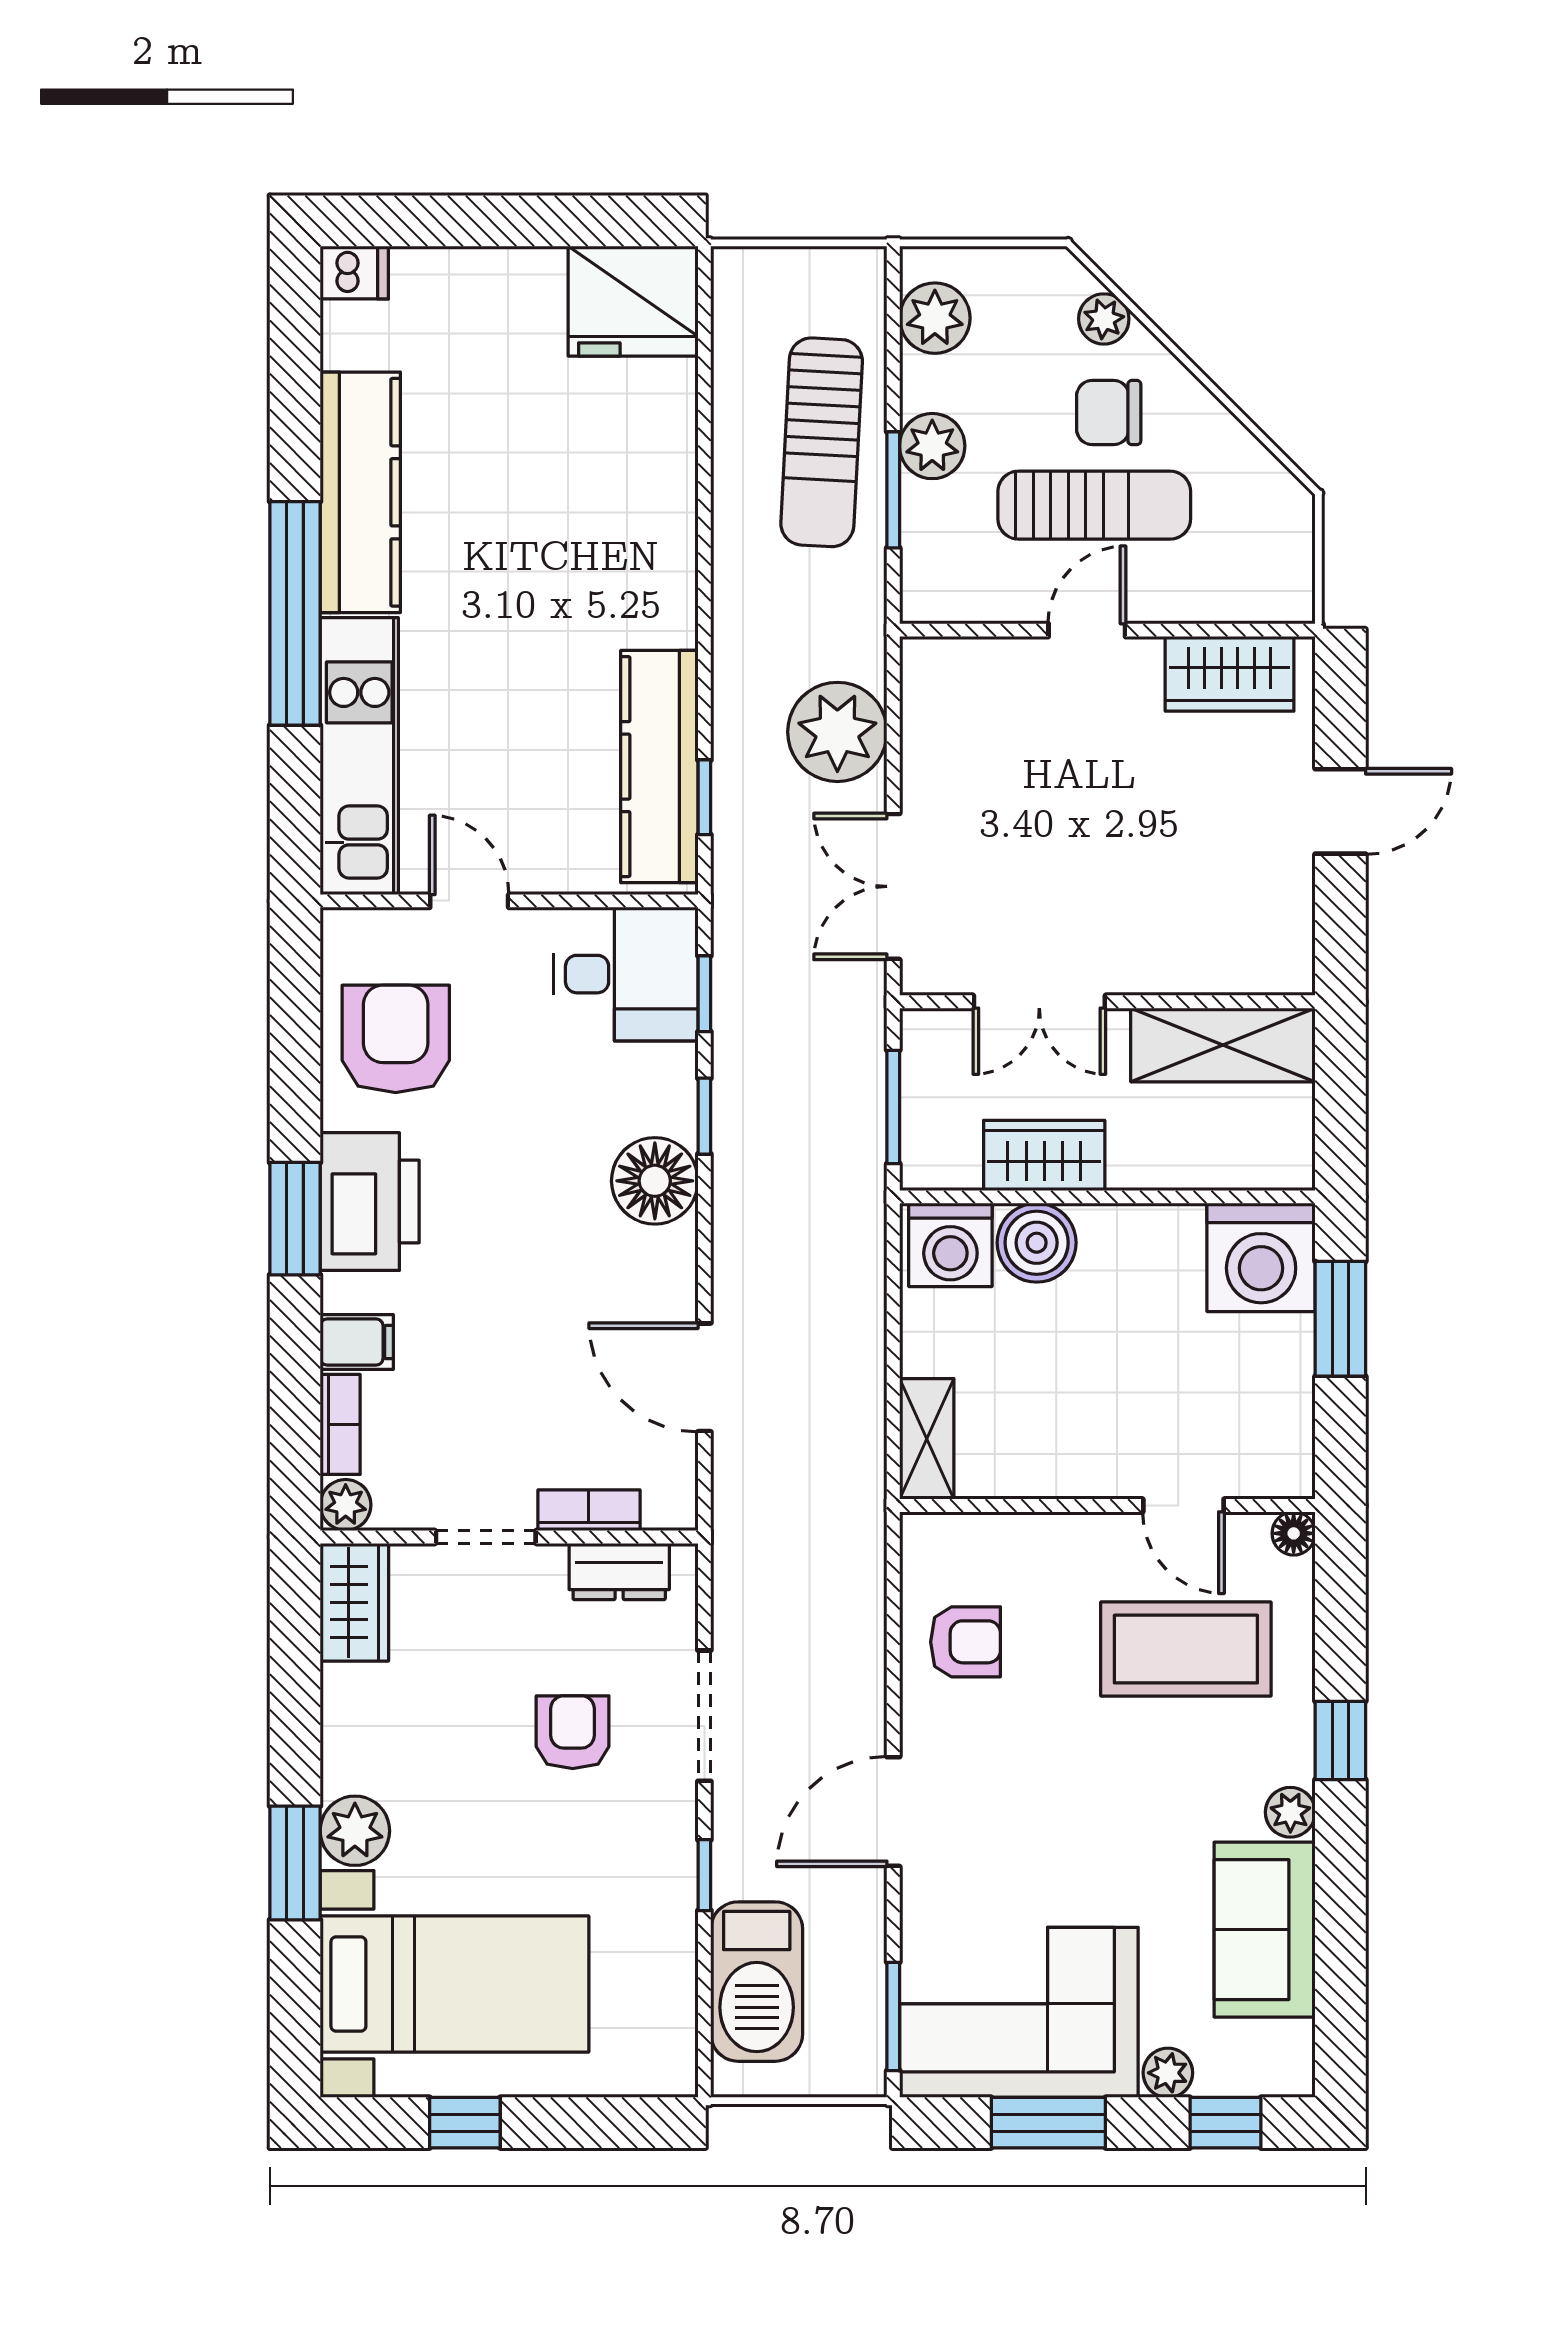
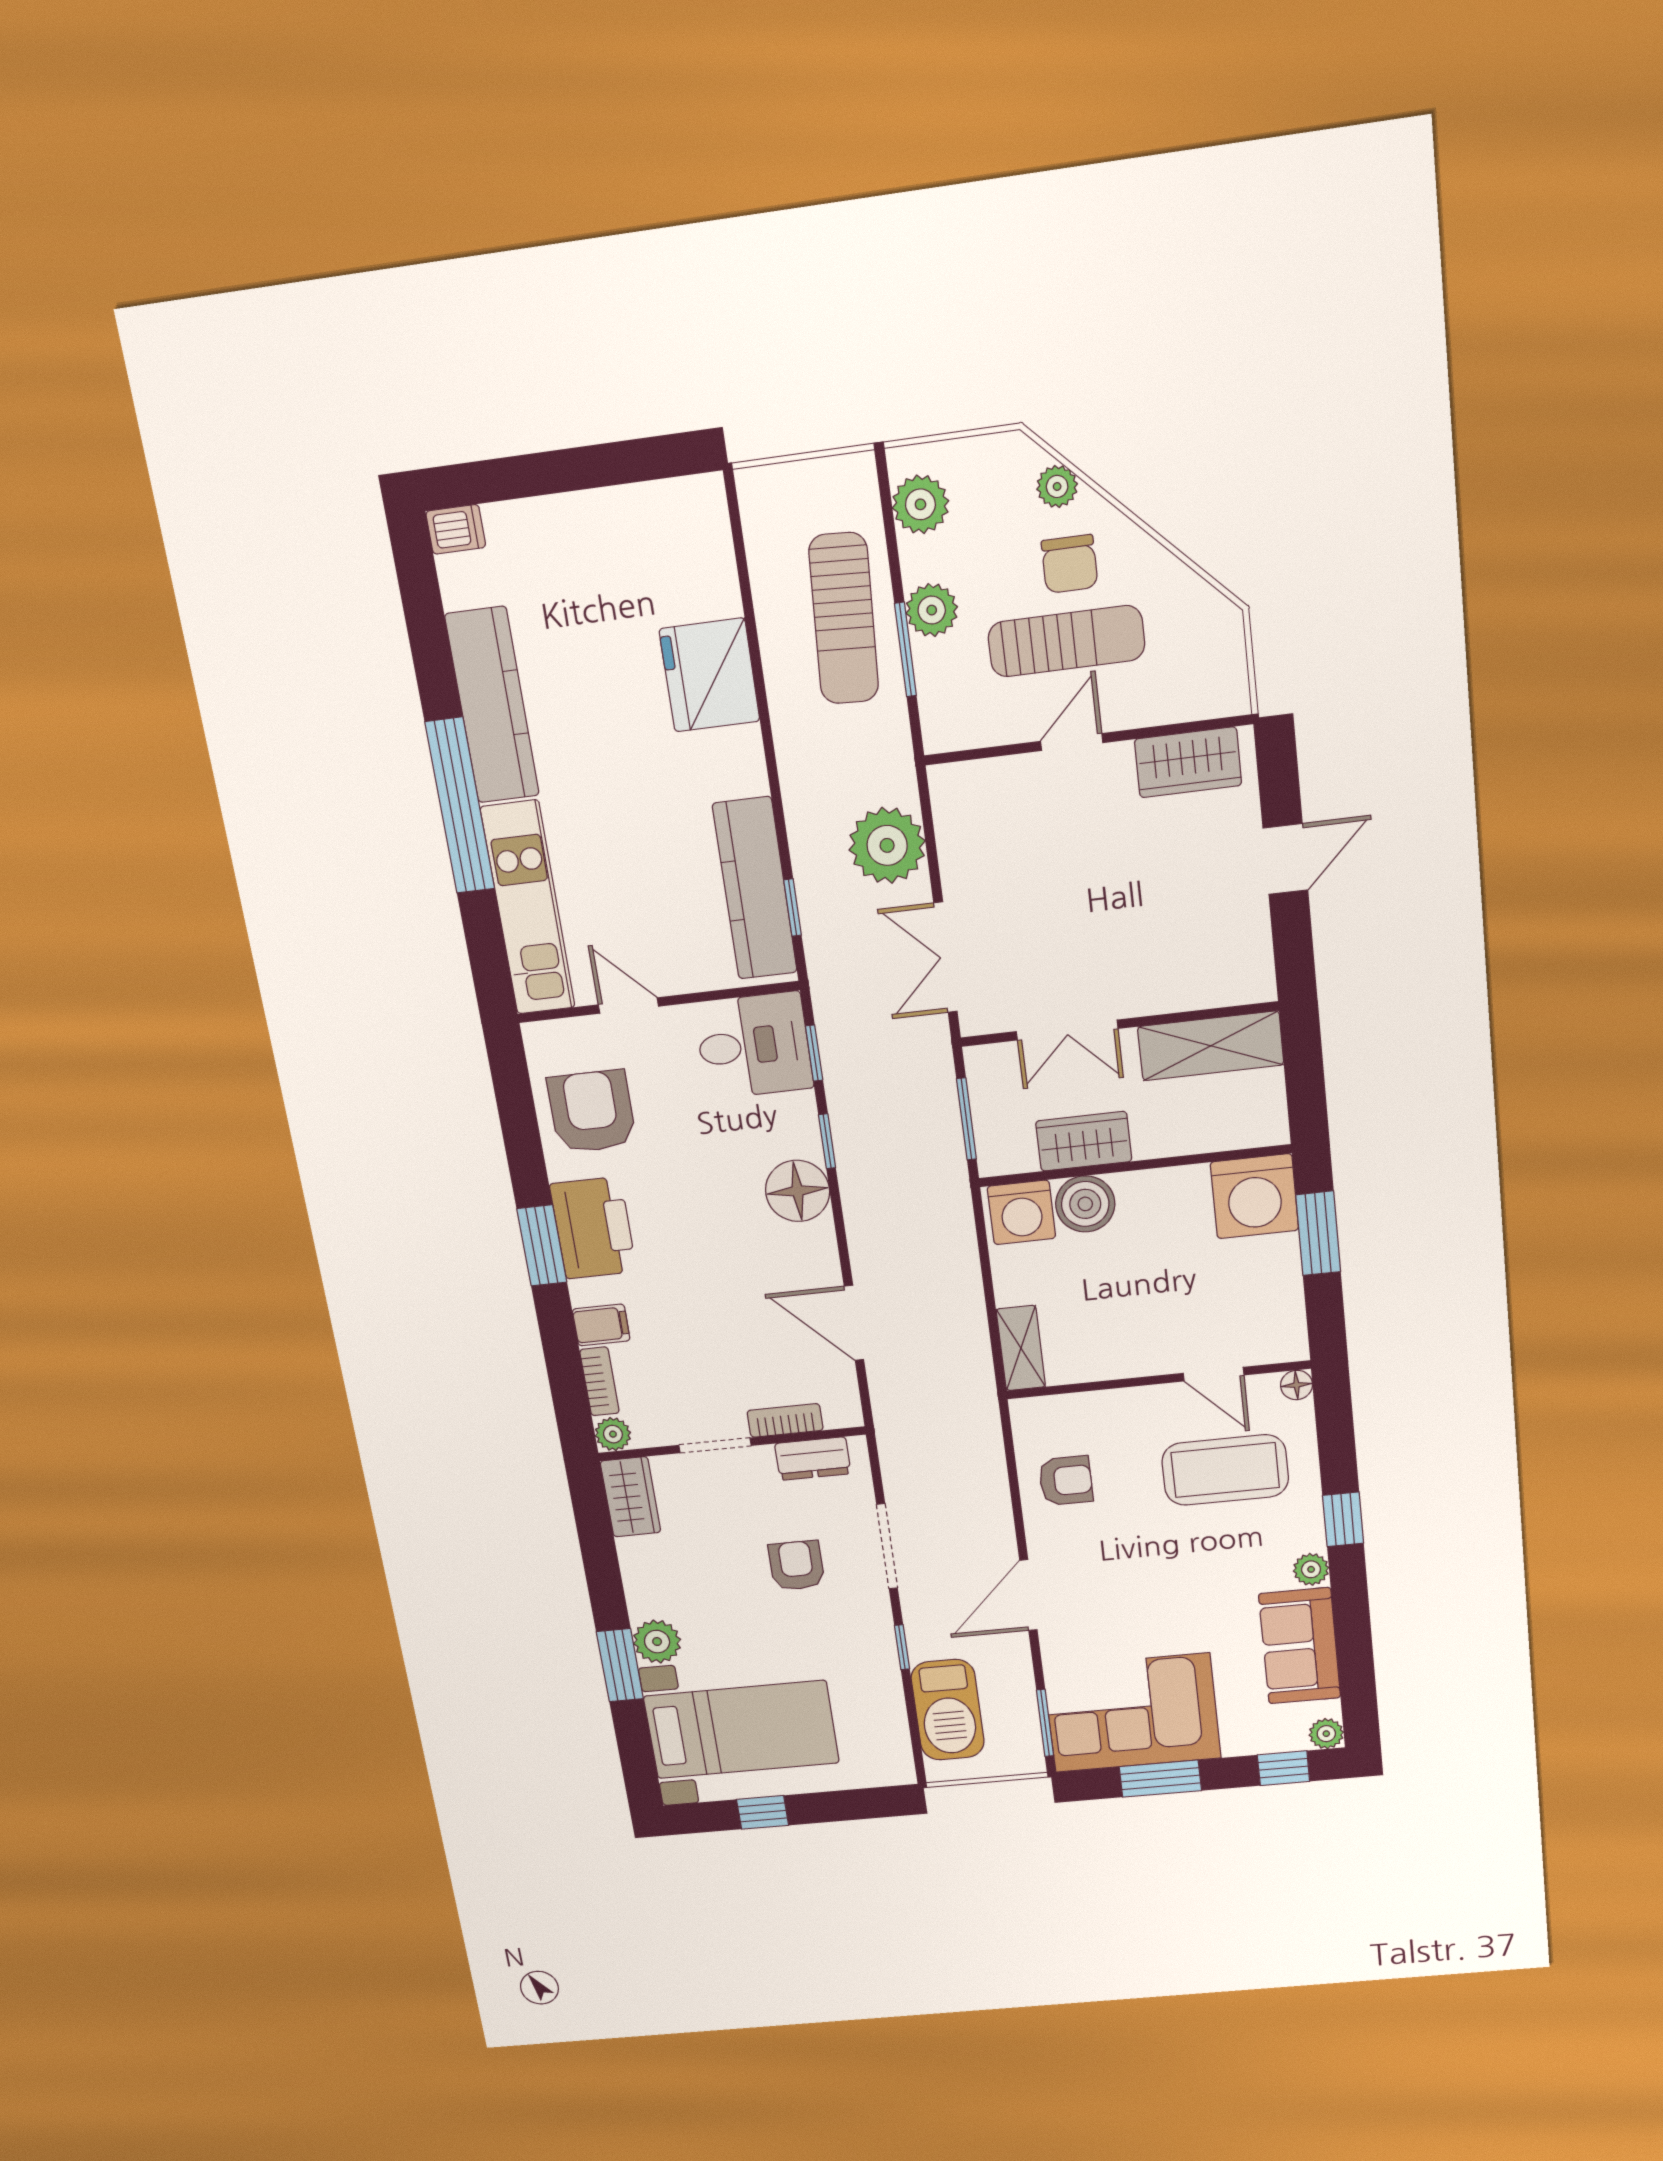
fridge: (633, 301) -> (710, 675), moved, turned 90
chair: (1109, 413) -> (1070, 564), turned -90
plant: (1168, 2073) -> (1326, 1734), moved

